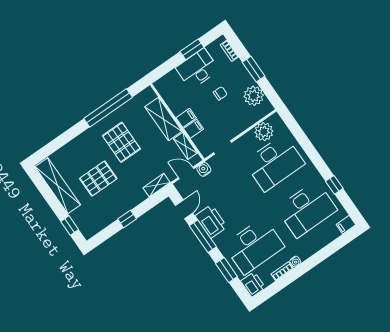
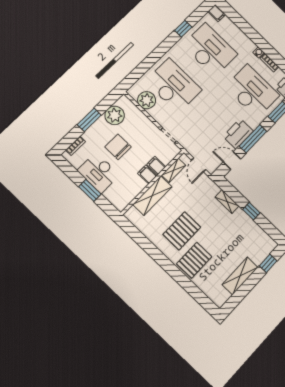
window: (192, 49) -> (90, 190), moved
chair: (220, 93) -> (118, 147), width x1.87, depth x1.87
window: (108, 108) -> (152, 250), removed
water cooler: (204, 169) -> (192, 149), removed
pallet: (98, 179) -> (194, 260), moved, turned 90
shelving: (156, 185) -> (227, 202), moved
shelving: (58, 186) -> (240, 276), width x0.68

